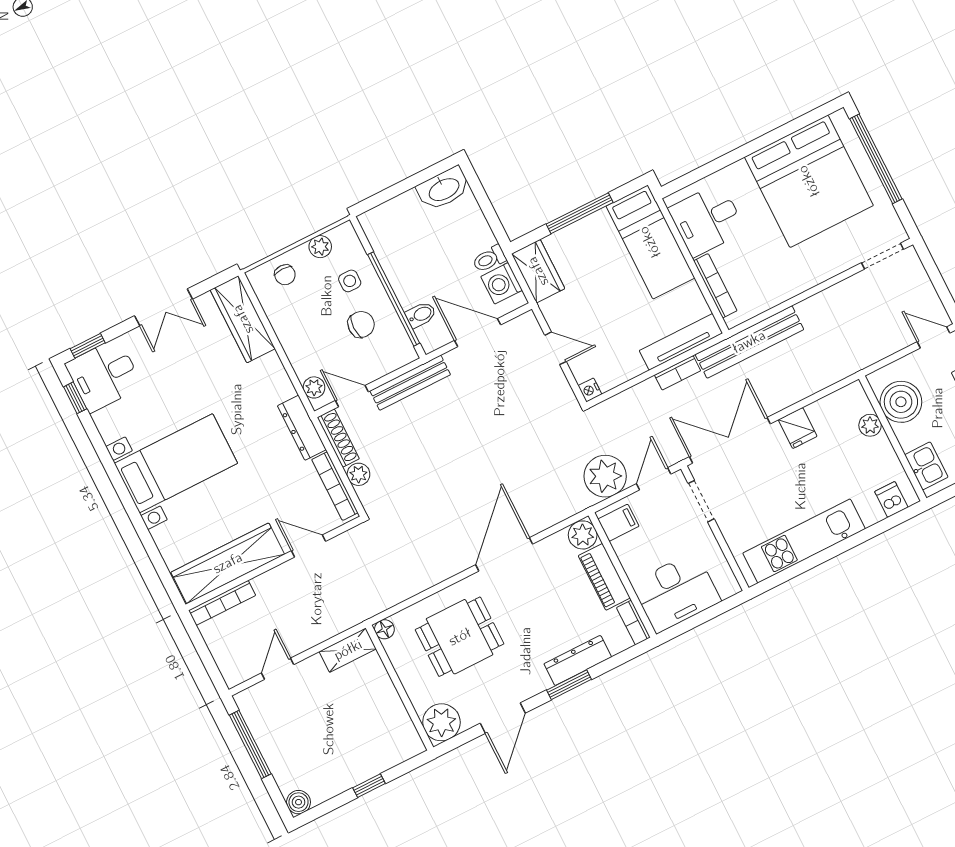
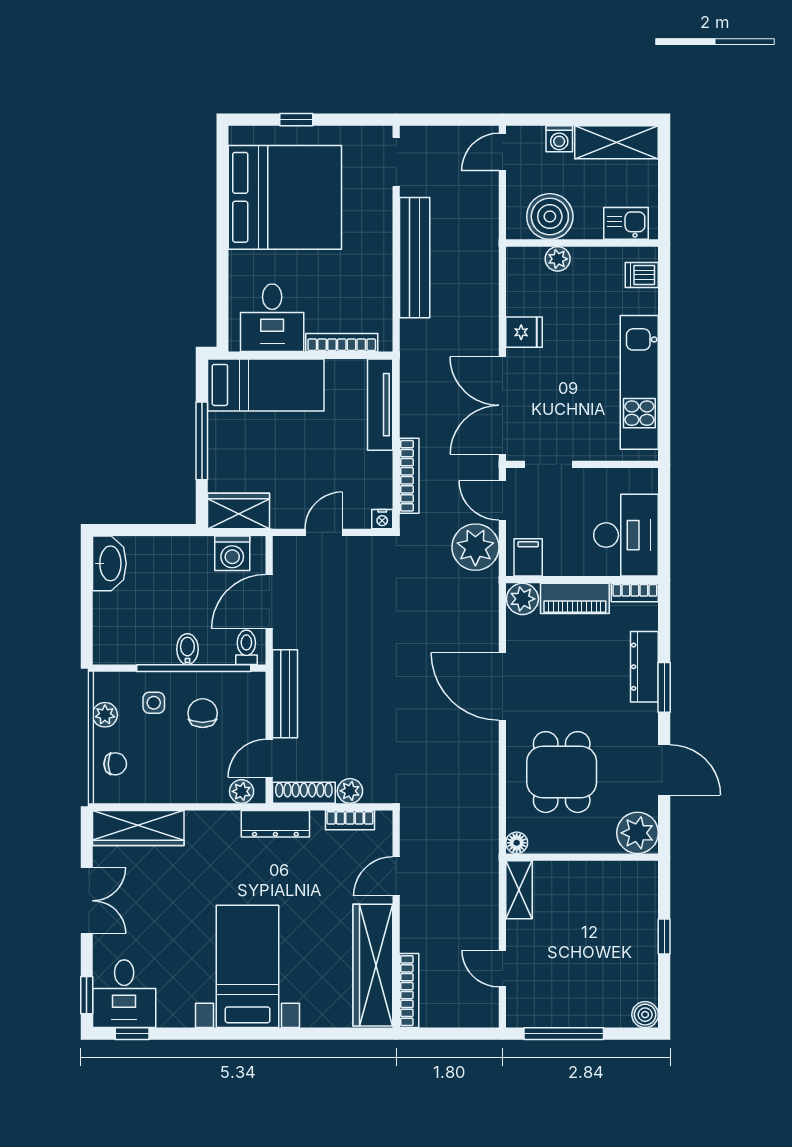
window: (876, 159) -> (296, 120), width x0.32
toilet: (489, 259) -> (246, 647), moved, turned 180
bidet: (421, 315) -> (187, 649), moved
bench: (749, 342) -> (415, 258), moved
bookcase: (678, 373) -> (409, 476), moved, width x1.56
bookcase: (335, 486) -> (350, 820), width x0.64

